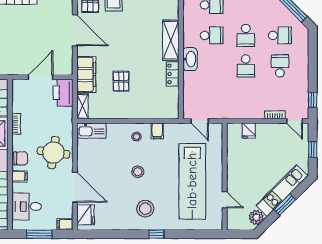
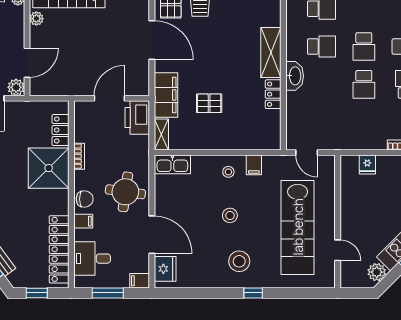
pallet: (121, 81) -> (209, 103), turned 90

